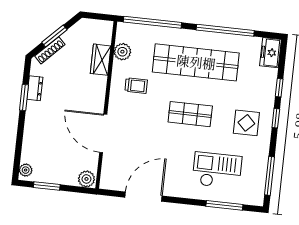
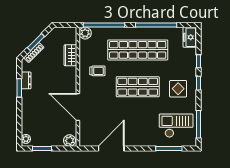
plant: (122, 52) -> (85, 33), moved
shop shelf: (190, 114) -> (138, 87), width x1.43, depth x1.36
checkout: (217, 170) -> (176, 126), moved

